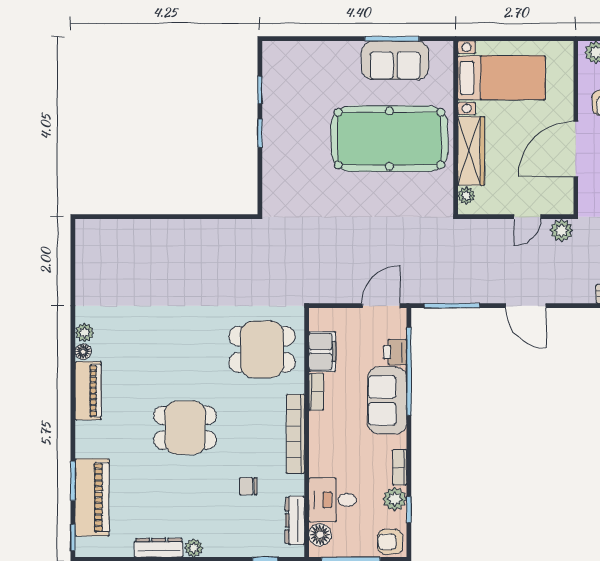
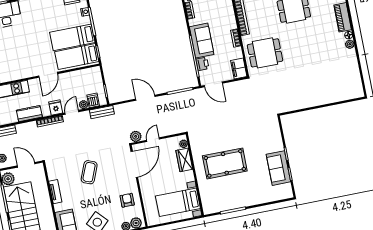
sofa: (395, 60) -> (278, 168), moved, turned -90
pool table: (389, 139) -> (225, 163), width x0.73, depth x0.76
door: (576, 149) -> (134, 164), moved
wardrobe: (471, 151) -> (184, 160), width x0.67
door: (381, 306) -> (213, 84), hinge flipped
filing cabinet: (322, 352) -> (239, 68), moved

